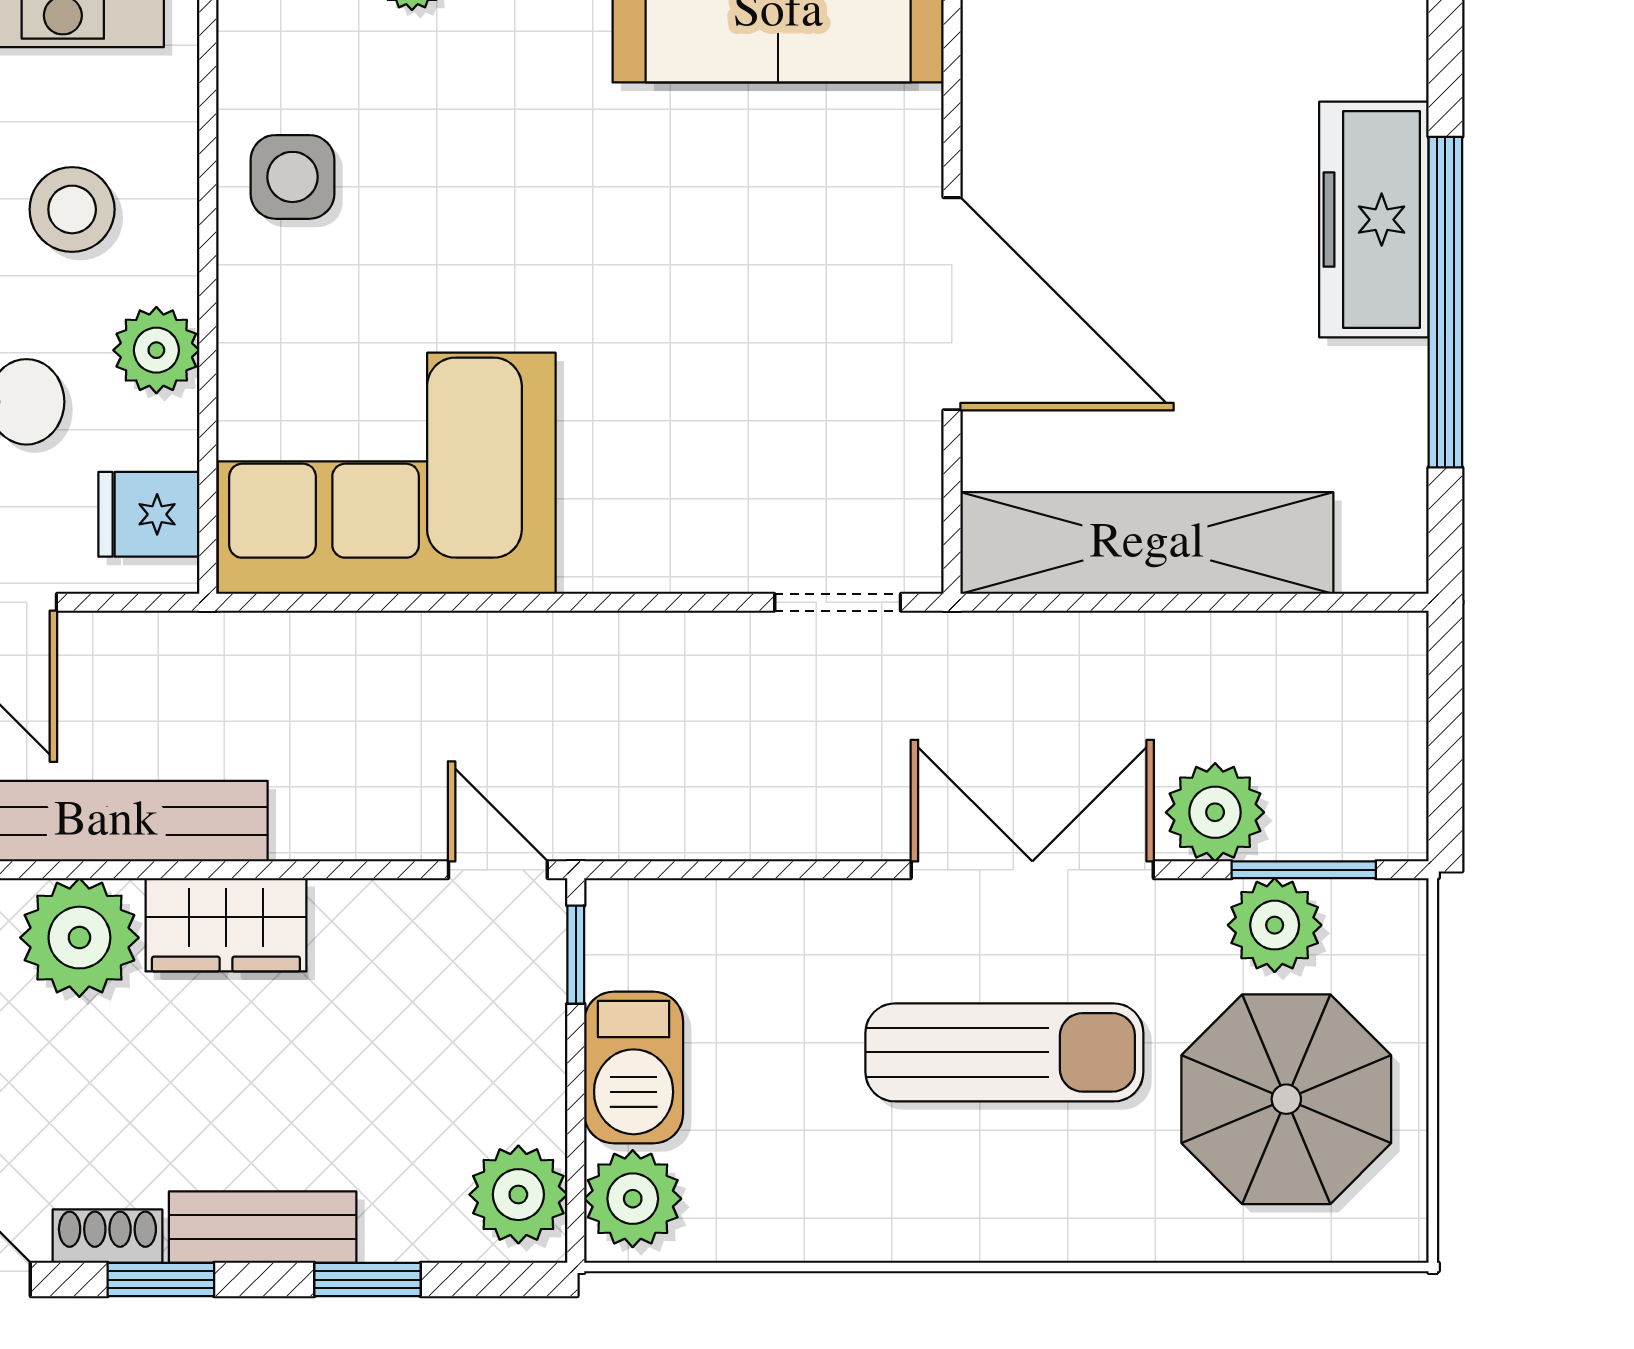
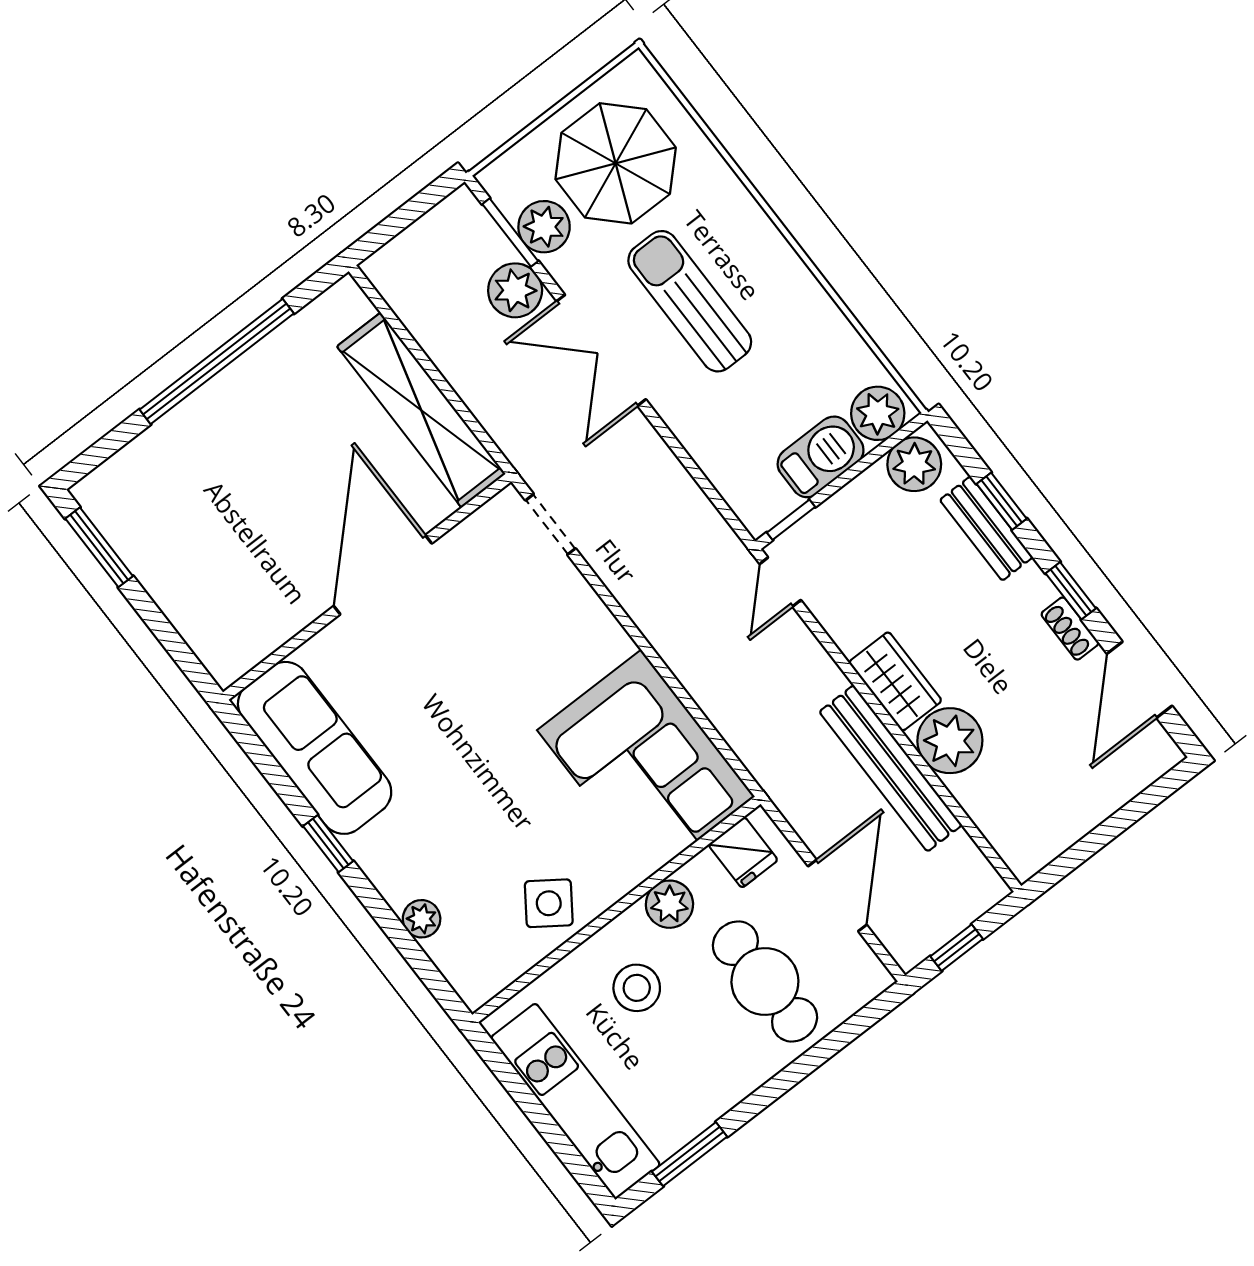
side table: (292, 177) -> (549, 903), turned 35
freezer: (1374, 220) -> (205, 420), removed
bench: (263, 1227) -> (986, 528), moved

